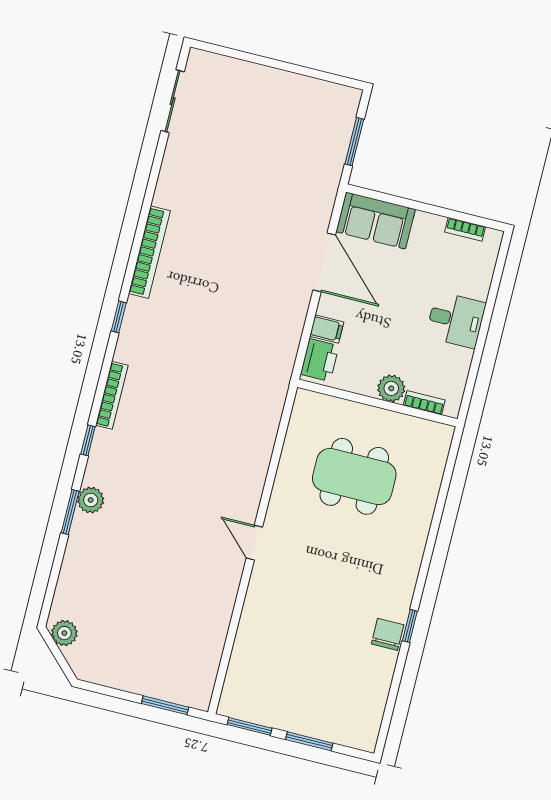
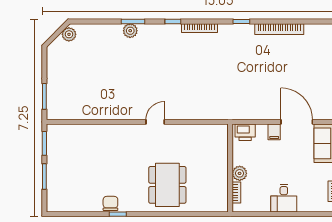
door: (324, 262) -> (297, 122), swing flipped
filing cabinet: (327, 329) -> (274, 132), moved
dining table: (354, 476) -> (167, 185), moved
plant: (91, 500) -> (130, 31), moved
door: (254, 543) -> (155, 122), moved
chair: (388, 634) -> (110, 203), turned -90

